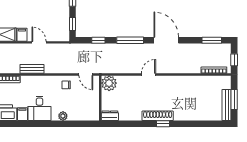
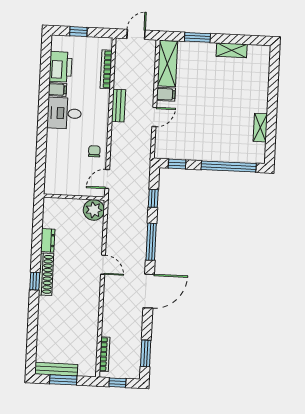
plant: (63, 116) -> (52, 145), removed
dresser: (110, 116) -> (48, 240), moved

